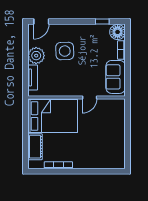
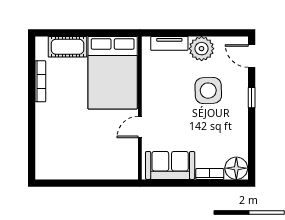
window: (102, 22) -> (252, 98), moved
door: (90, 98) -> (140, 127), hinge flipped

